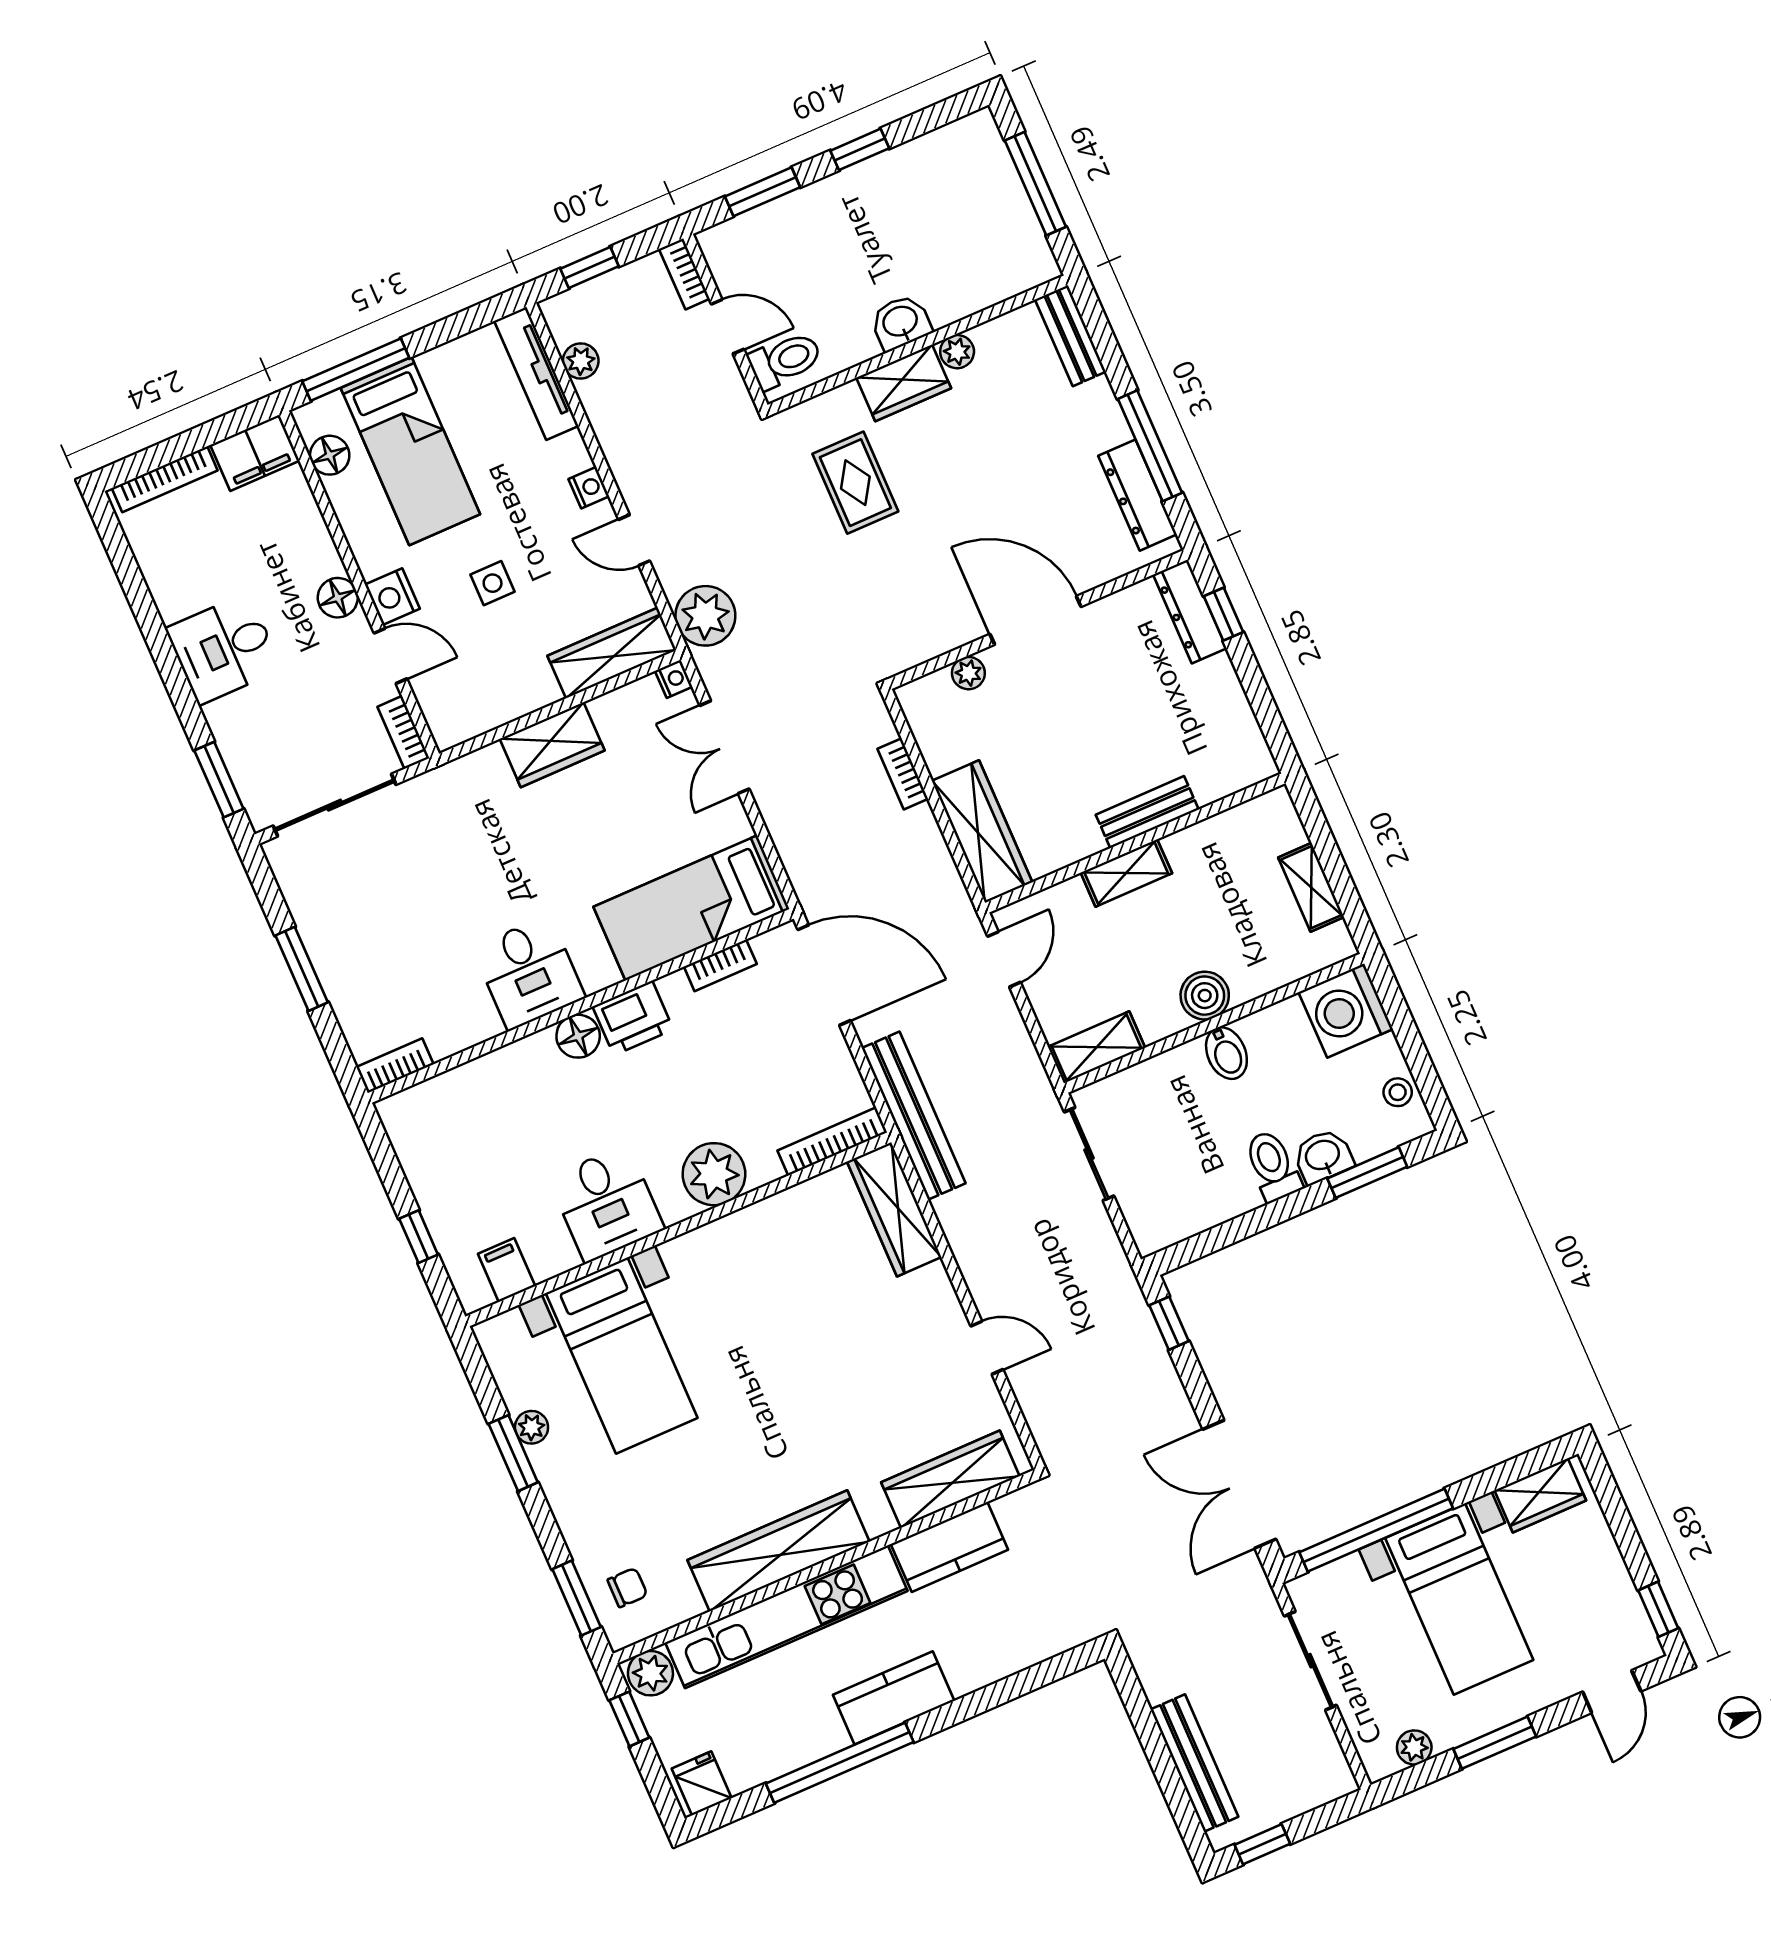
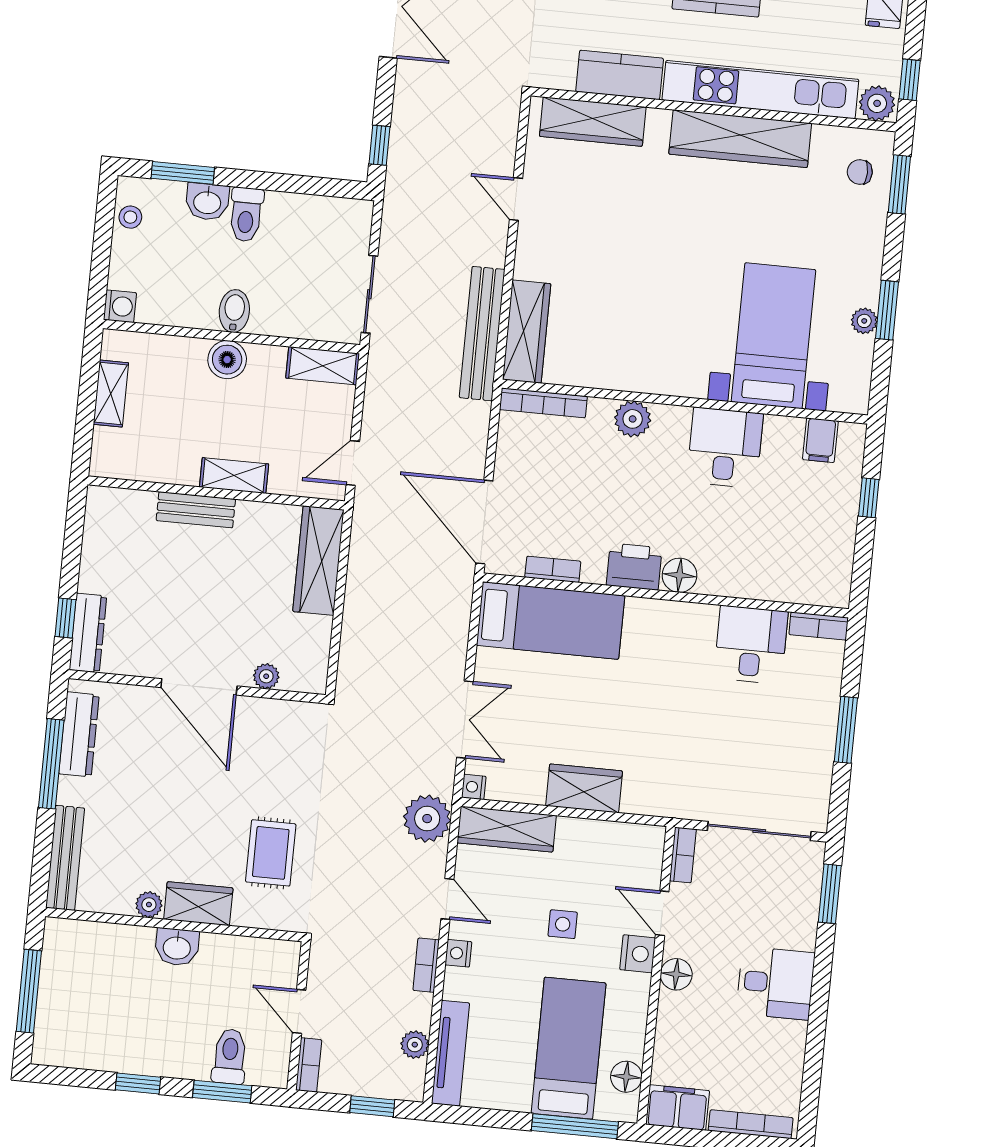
bench: (1070, 336) -> (65, 858), width x1.36
toilet: (785, 360) -> (230, 1056), moved, turned 90
bookcase: (903, 774) -> (426, 965), moved, turned 180
desk: (529, 973) -> (751, 645), moved
washing machine: (1346, 1011) -> (120, 306), width x0.53, depth x0.53
bench: (914, 1116) -> (482, 334), moved
plant: (714, 1174) -> (633, 419), width x0.73, depth x0.73

